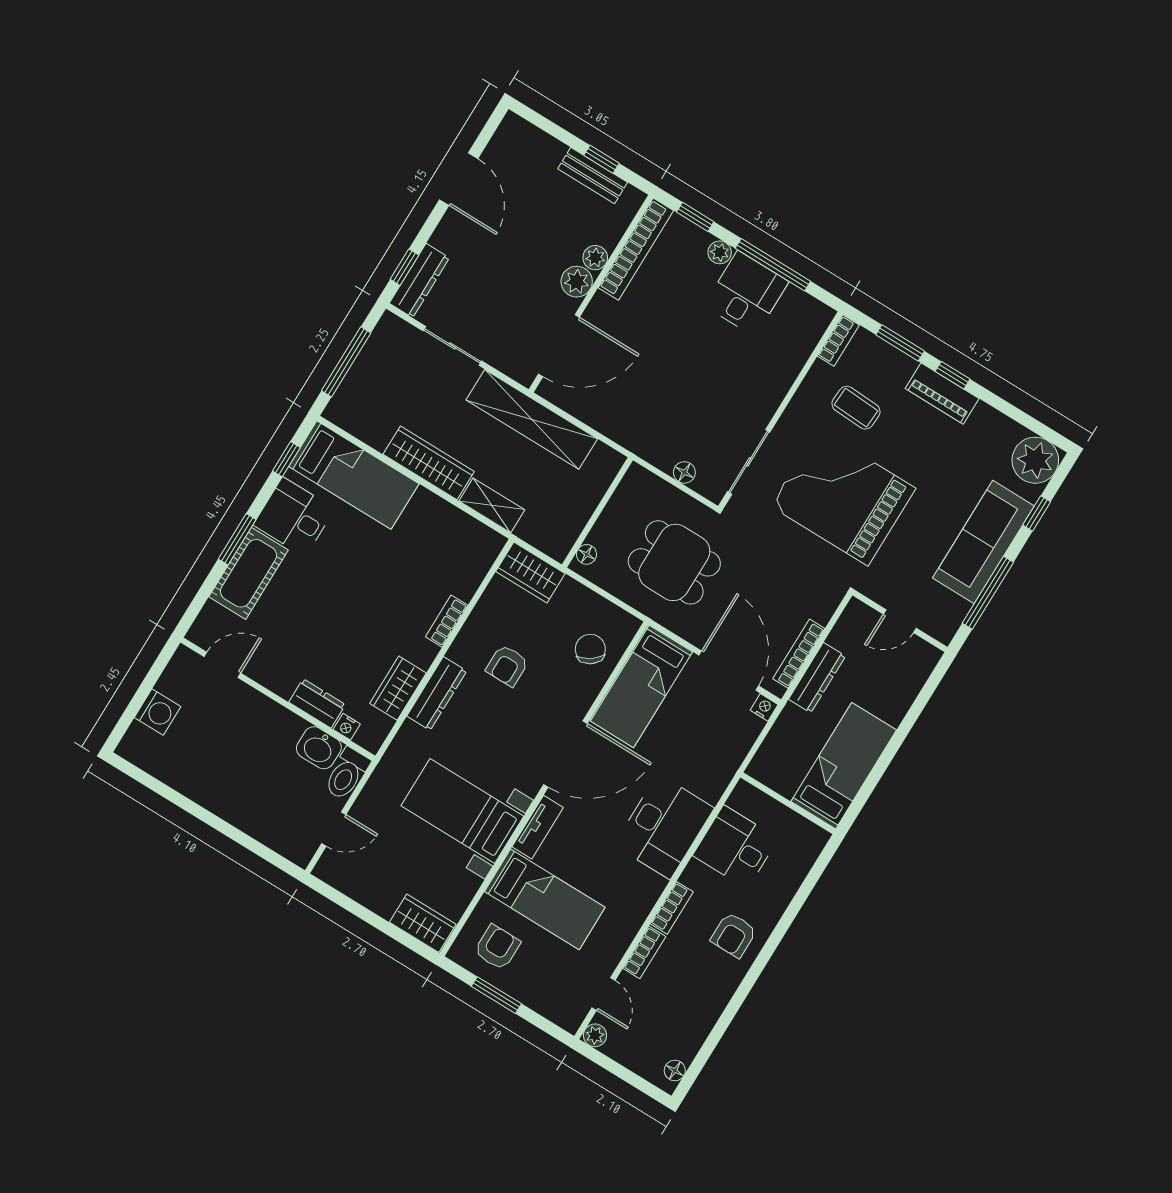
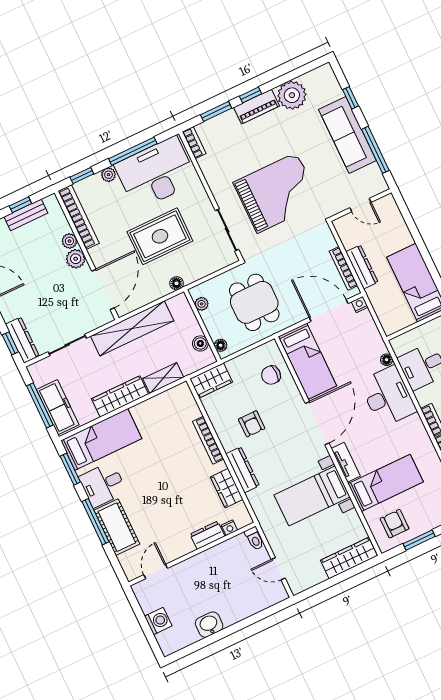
desk: (746, 293) -> (156, 173), width x1.87, depth x1.30
rug: (681, 376) -> (160, 236), added
freezer: (359, 388) -> (58, 407), added
coffee table: (856, 408) -> (235, 156), removed
window: (286, 459) -> (70, 469), width x1.50
plant: (1035, 460) -> (292, 95), moved
floor lamp: (684, 472) -> (177, 283), moved
plant: (626, 492) -> (202, 304), added
grand piano: (843, 497) -> (277, 193), turned 180
boiler: (571, 525) -> (200, 343), added
window: (237, 539) -> (95, 522), width x1.44
dining table: (674, 562) -> (254, 302), turned 90
bookcase: (447, 621) -> (208, 440), width x1.56
door: (900, 621) -> (360, 205), hinge flipped
chair: (590, 649) -> (271, 375), turned -55
washbasin: (319, 748) -> (209, 625), moved, turned 180
toilet: (347, 774) -> (254, 539), width x0.73, depth x0.72
floor lamp: (713, 793) -> (387, 360), added
door: (334, 829) -> (278, 569), swing flipped
wardrobe: (423, 923) -> (349, 558), width x1.50

